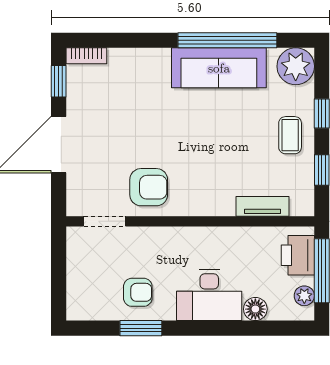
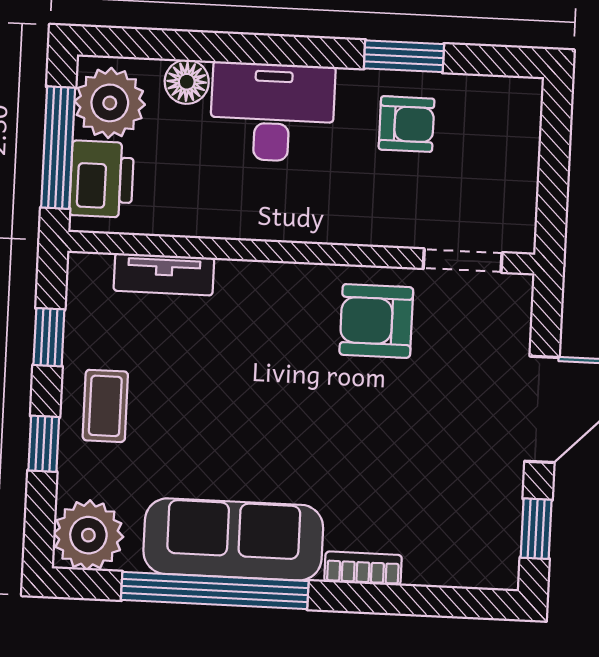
bookcase: (86, 56) -> (363, 568), moved
armchair: (138, 292) -> (407, 124), turned 180
plant: (304, 296) -> (110, 103), width x1.87, depth x1.87

